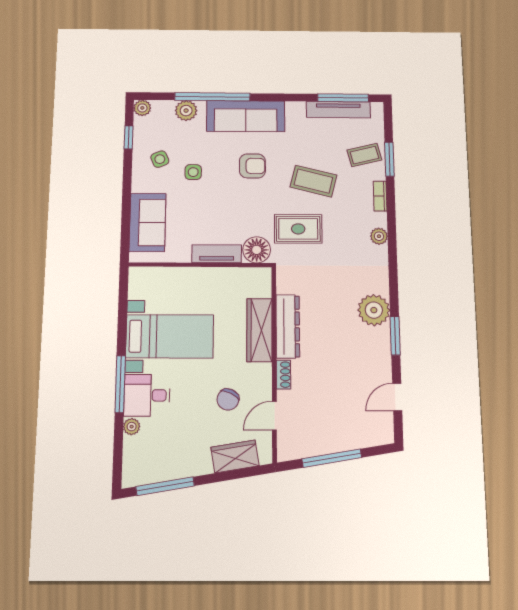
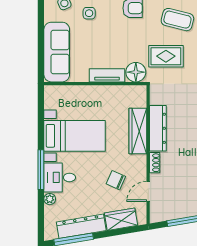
sofa: (148, 222) -> (57, 52), width x1.36
chair: (228, 399) -> (116, 180), turned 88
dresser: (177, 467) -> (81, 226), added

